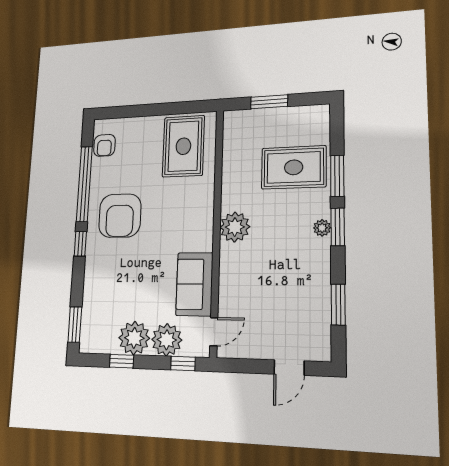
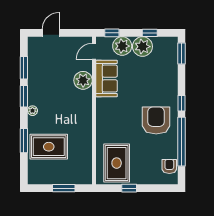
window: (166, 109) -> (129, 188), added
plant: (235, 227) -> (83, 80), moved
window: (338, 227) -> (24, 96), moved

